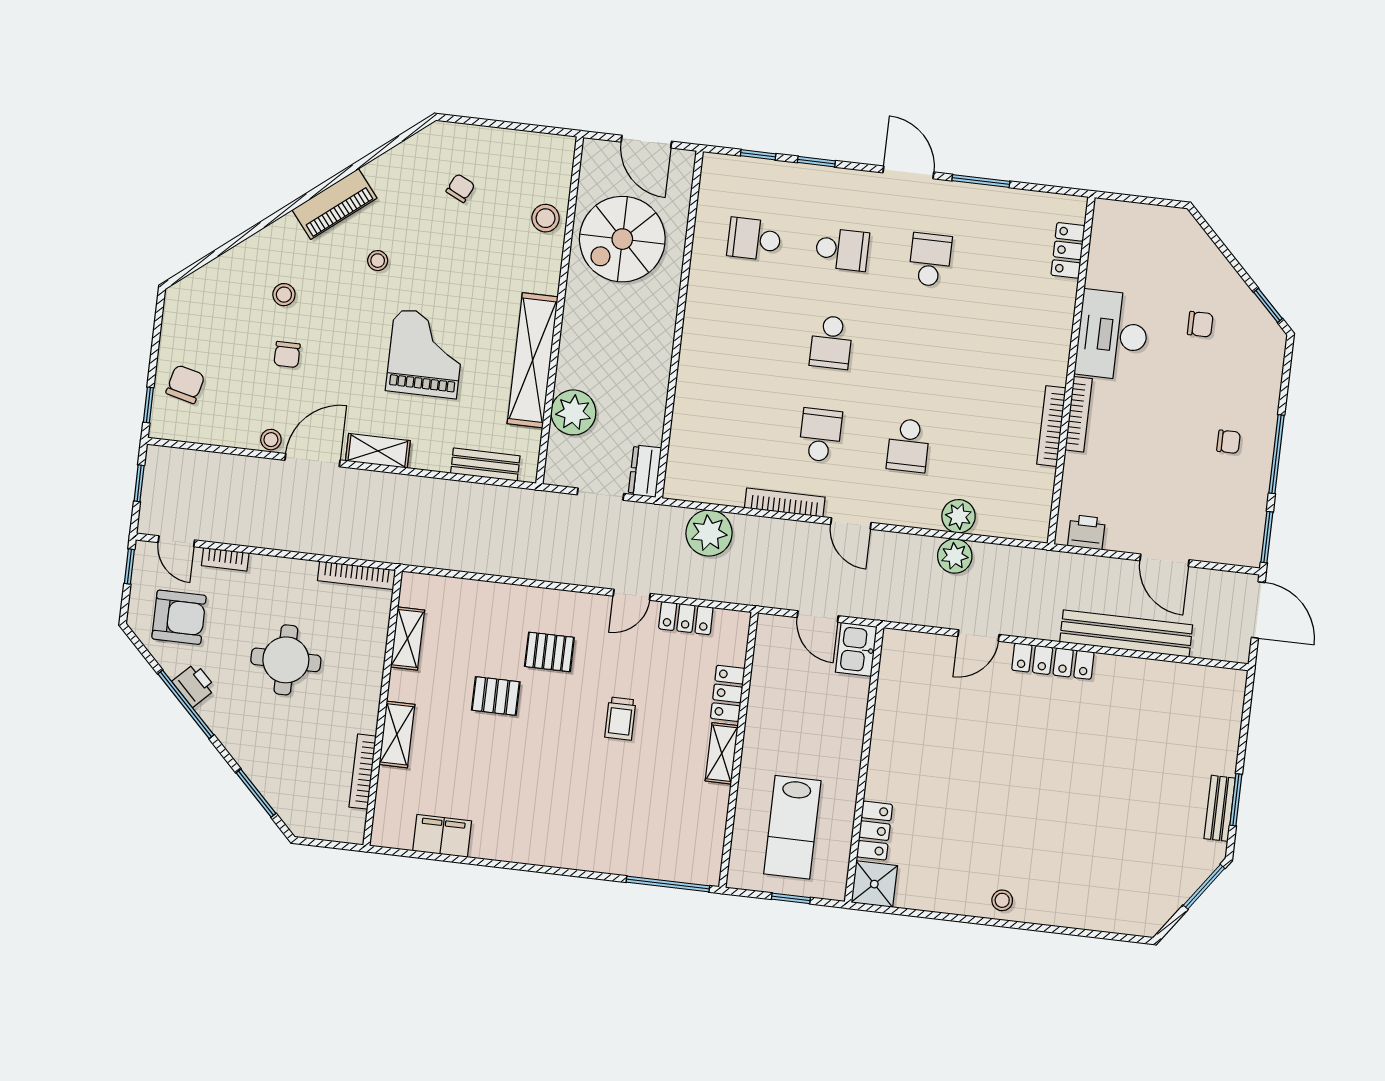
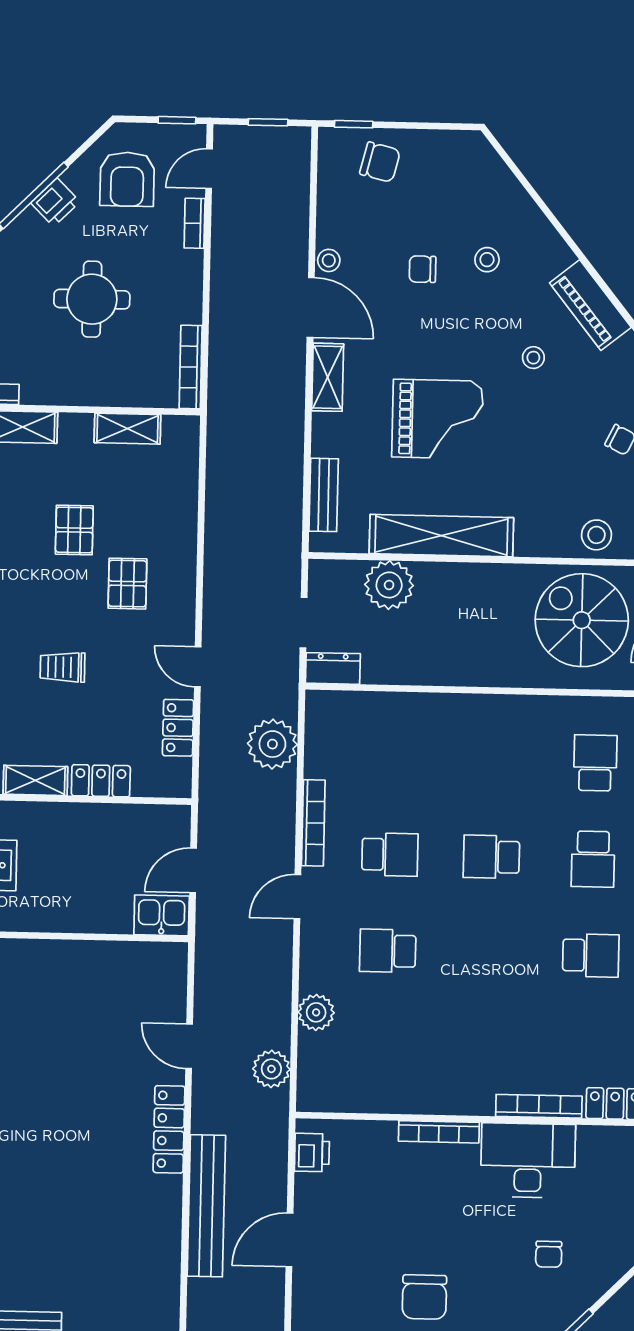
bookcase: (1051, 426) -> (539, 1106), moved
chair: (1229, 442) -> (424, 1297), width x1.87, depth x1.87
plant: (955, 556) -> (271, 1069), moved

